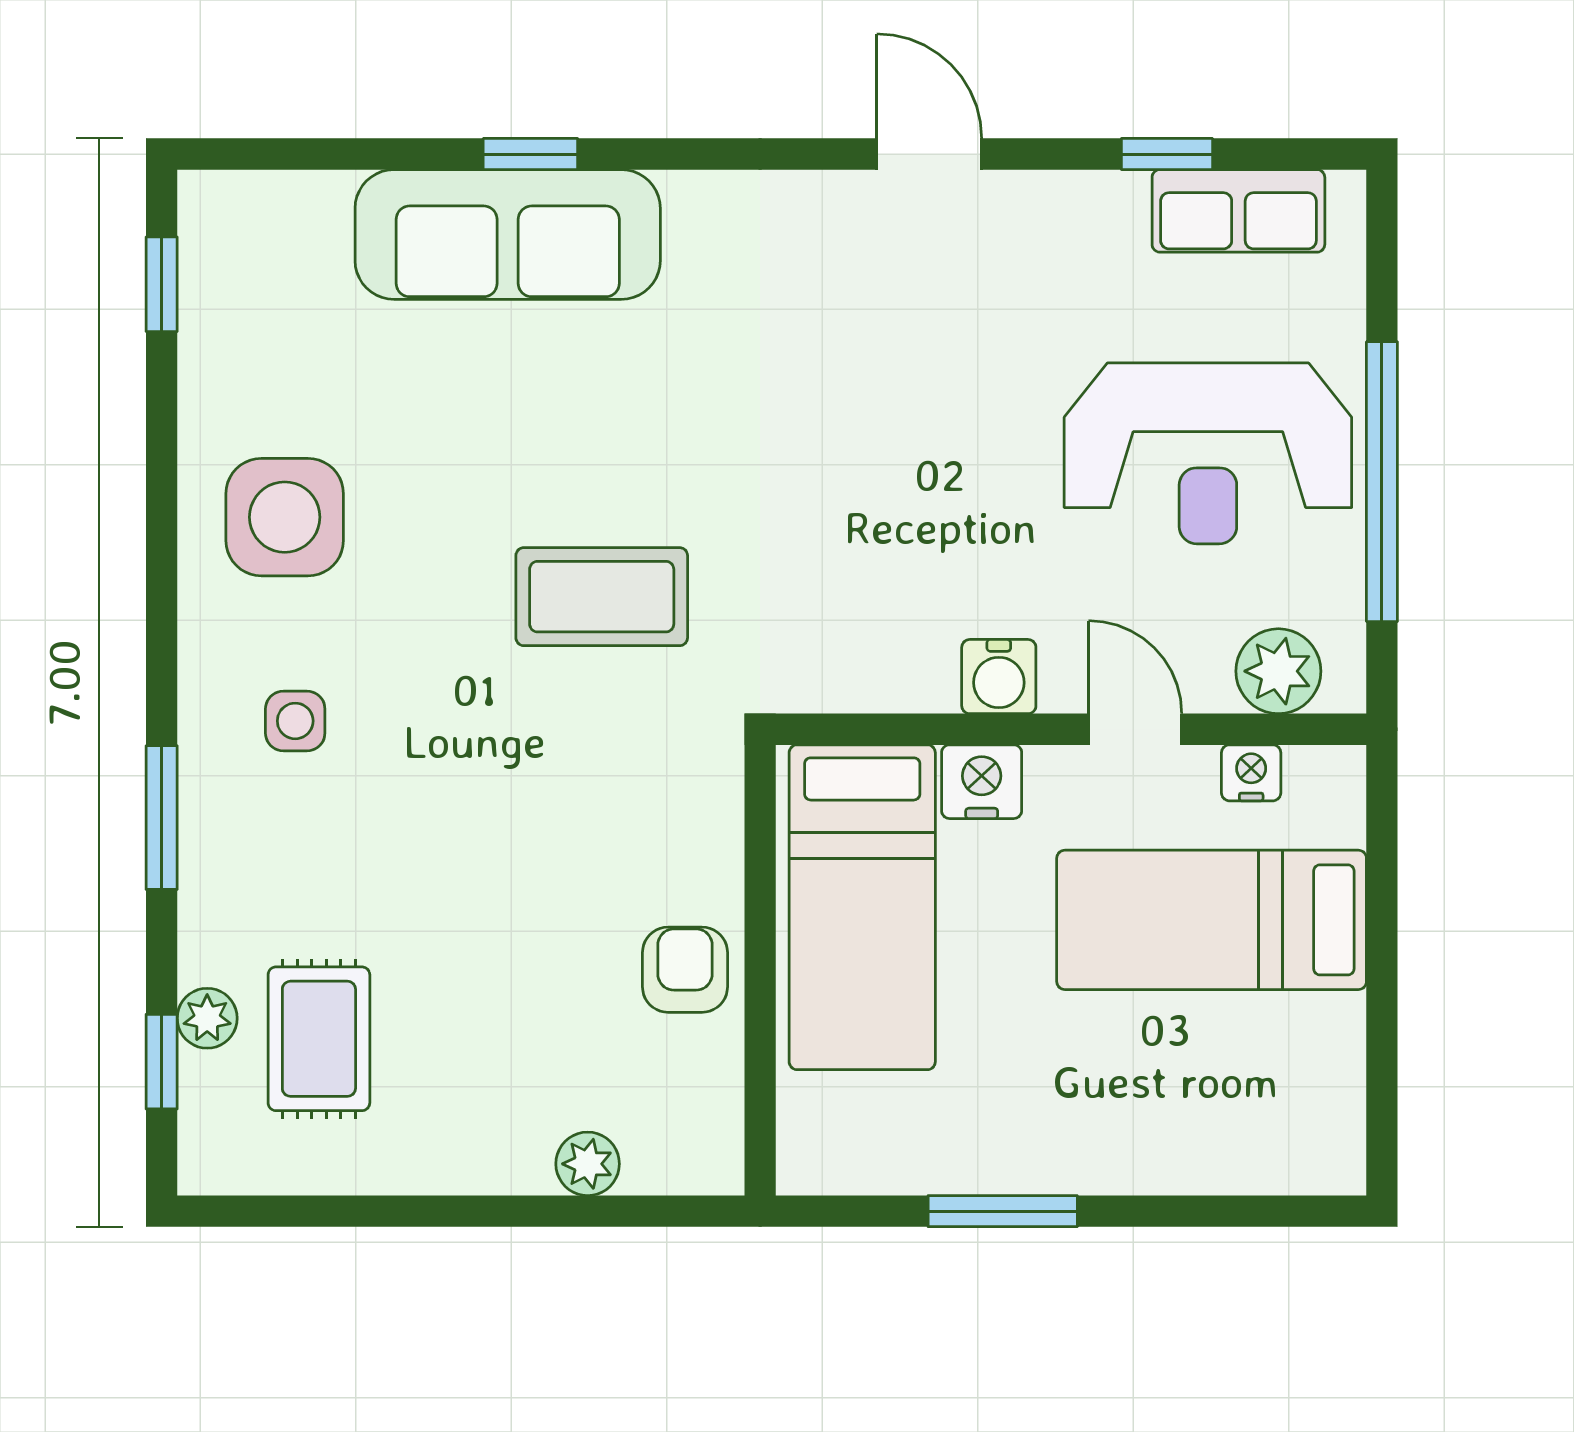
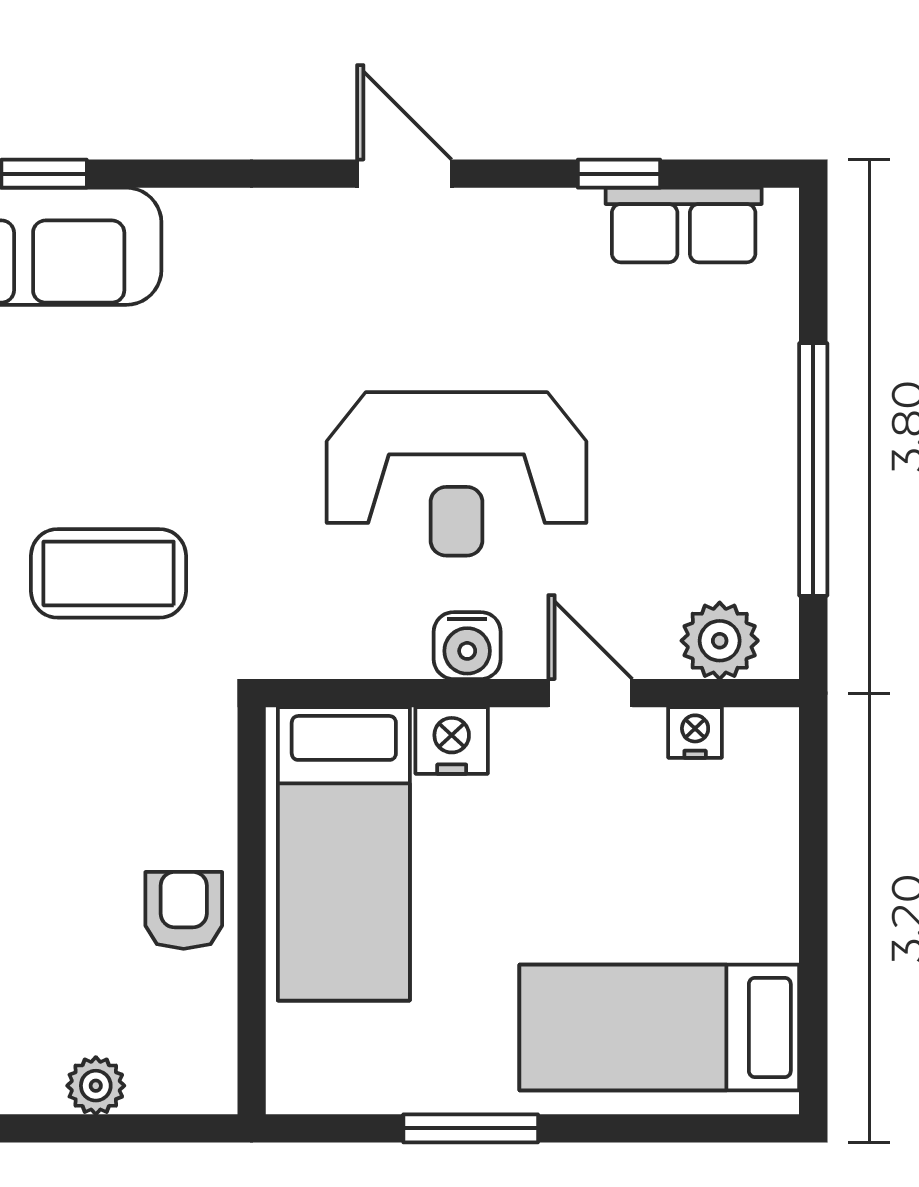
reception desk: (1208, 453) -> (456, 474), moved
bed: (1212, 920) -> (659, 1027), moved

